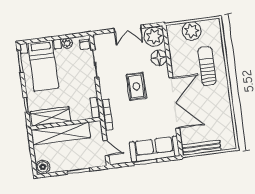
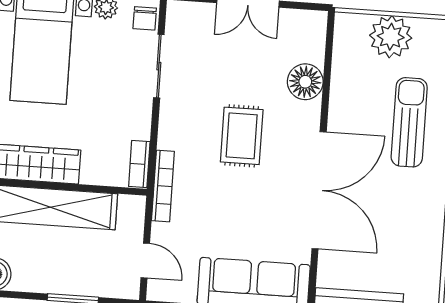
plant: (154, 37) -> (304, 32), removed

